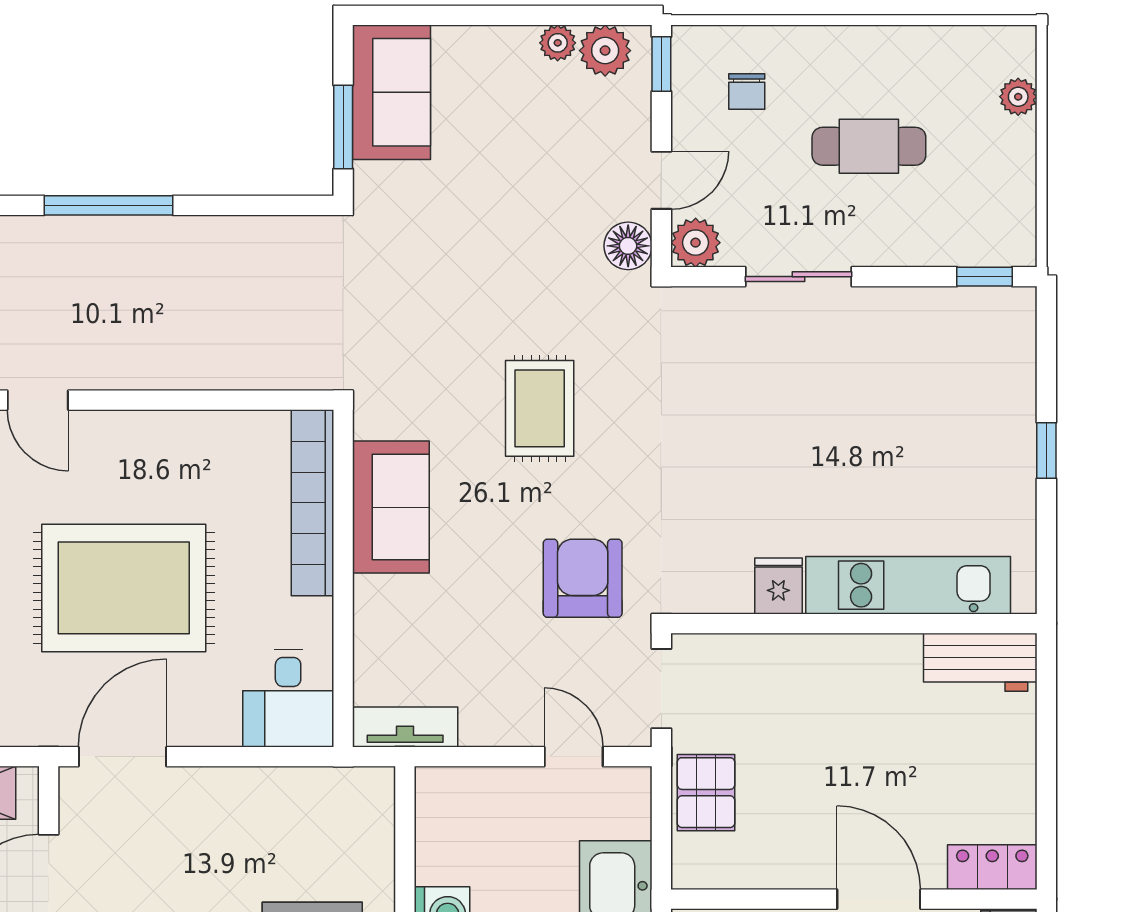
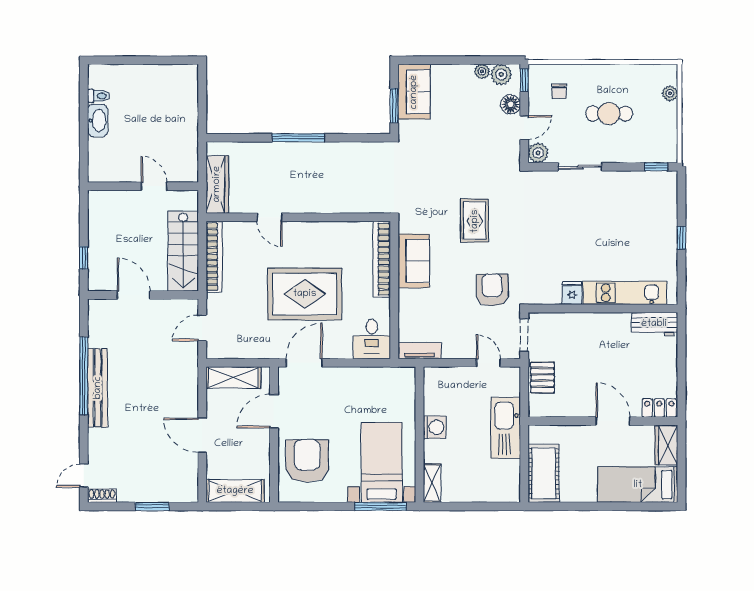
floor lamp: (628, 246) -> (511, 104), moved

